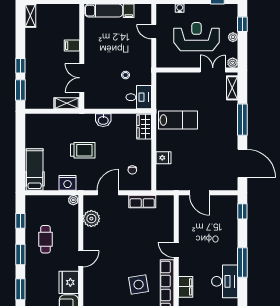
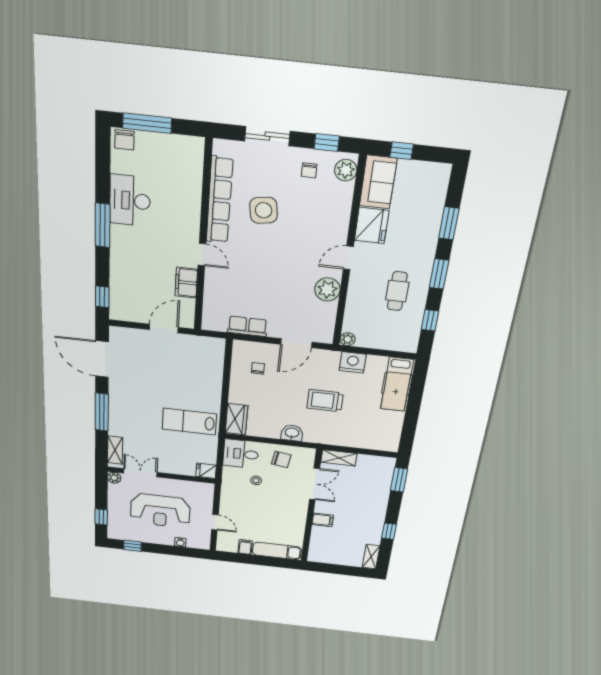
plant: (233, 37) -> (113, 505), removed
window: (20, 66) -> (389, 531), moved
double door: (213, 70) -> (140, 473), swing flipped
chair: (109, 96) -> (281, 459), added
fridge: (163, 158) -> (206, 471), moved
door: (199, 193) -> (164, 328), hinge flipped
plant: (91, 219) -> (327, 289), moved
filing cabinet: (186, 287) -> (186, 283), moved

